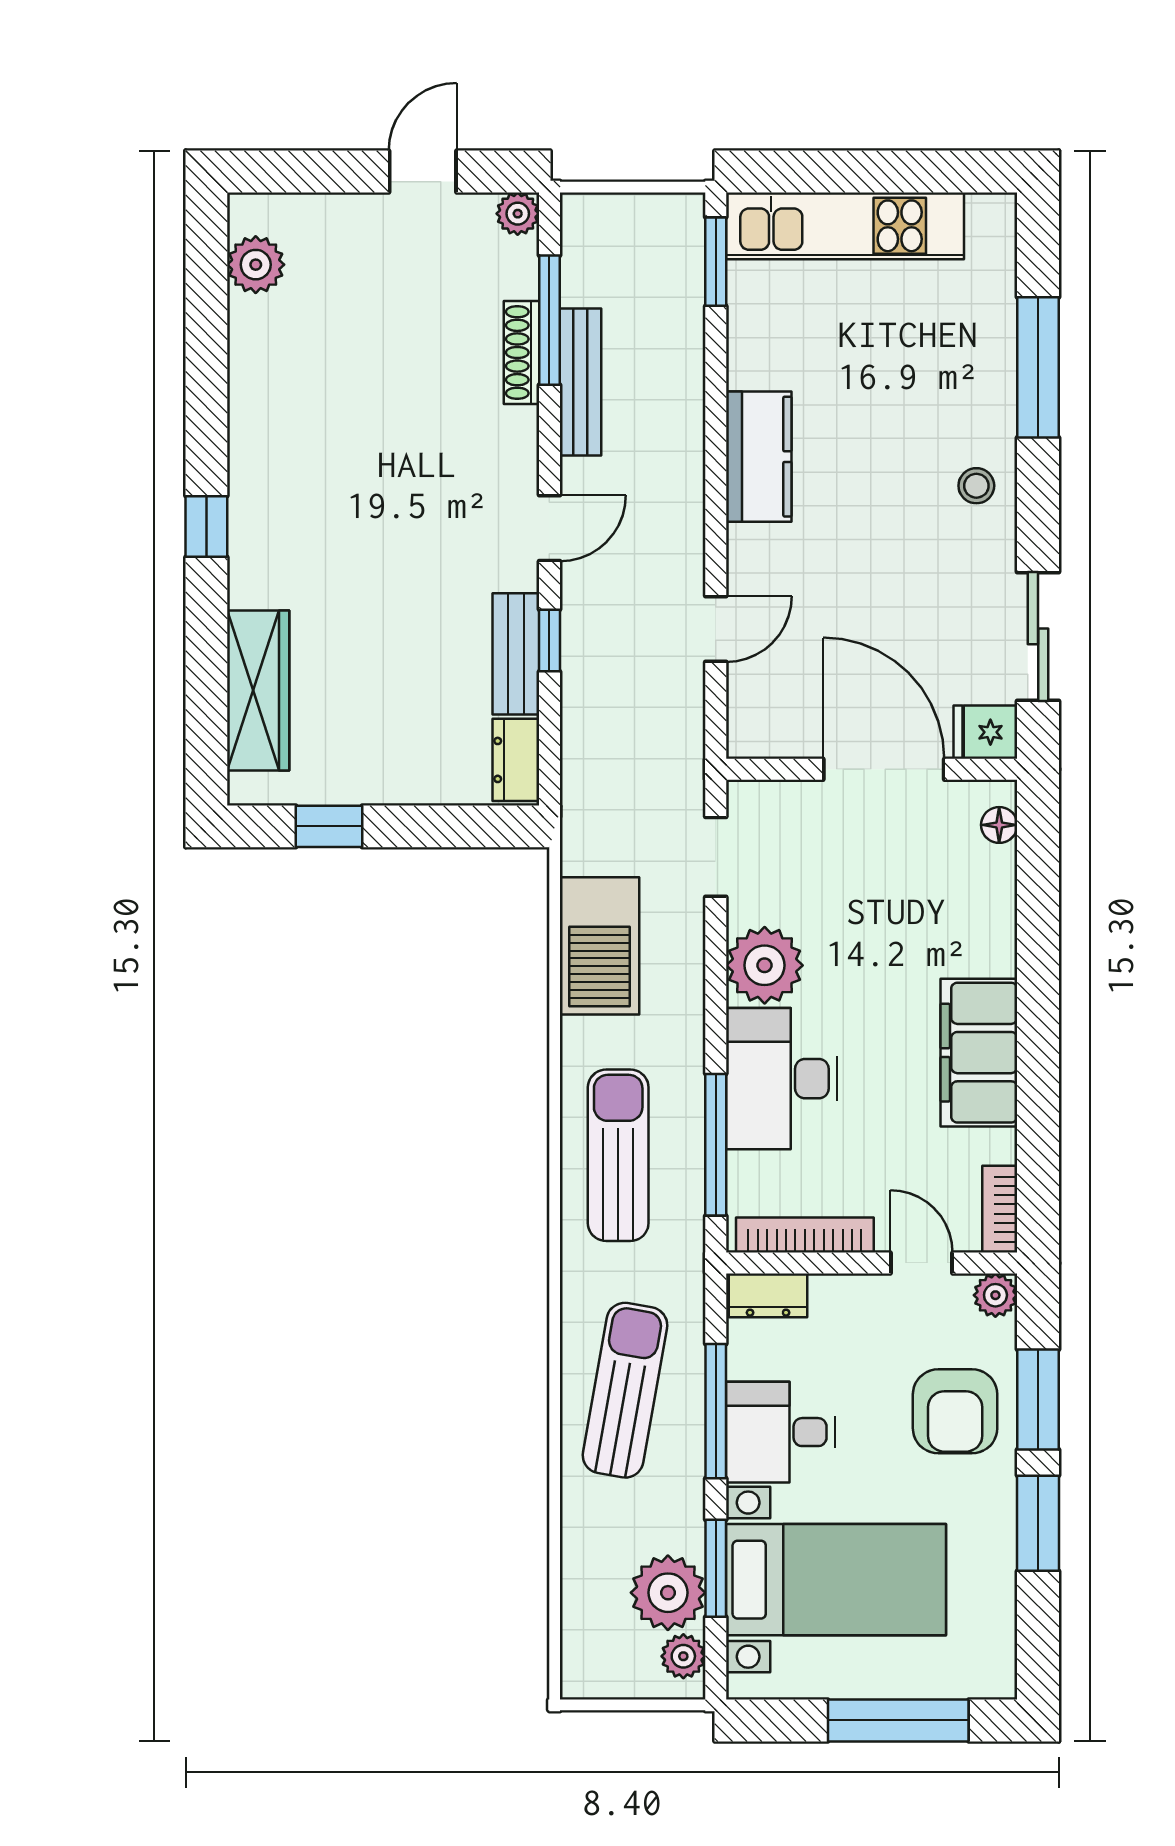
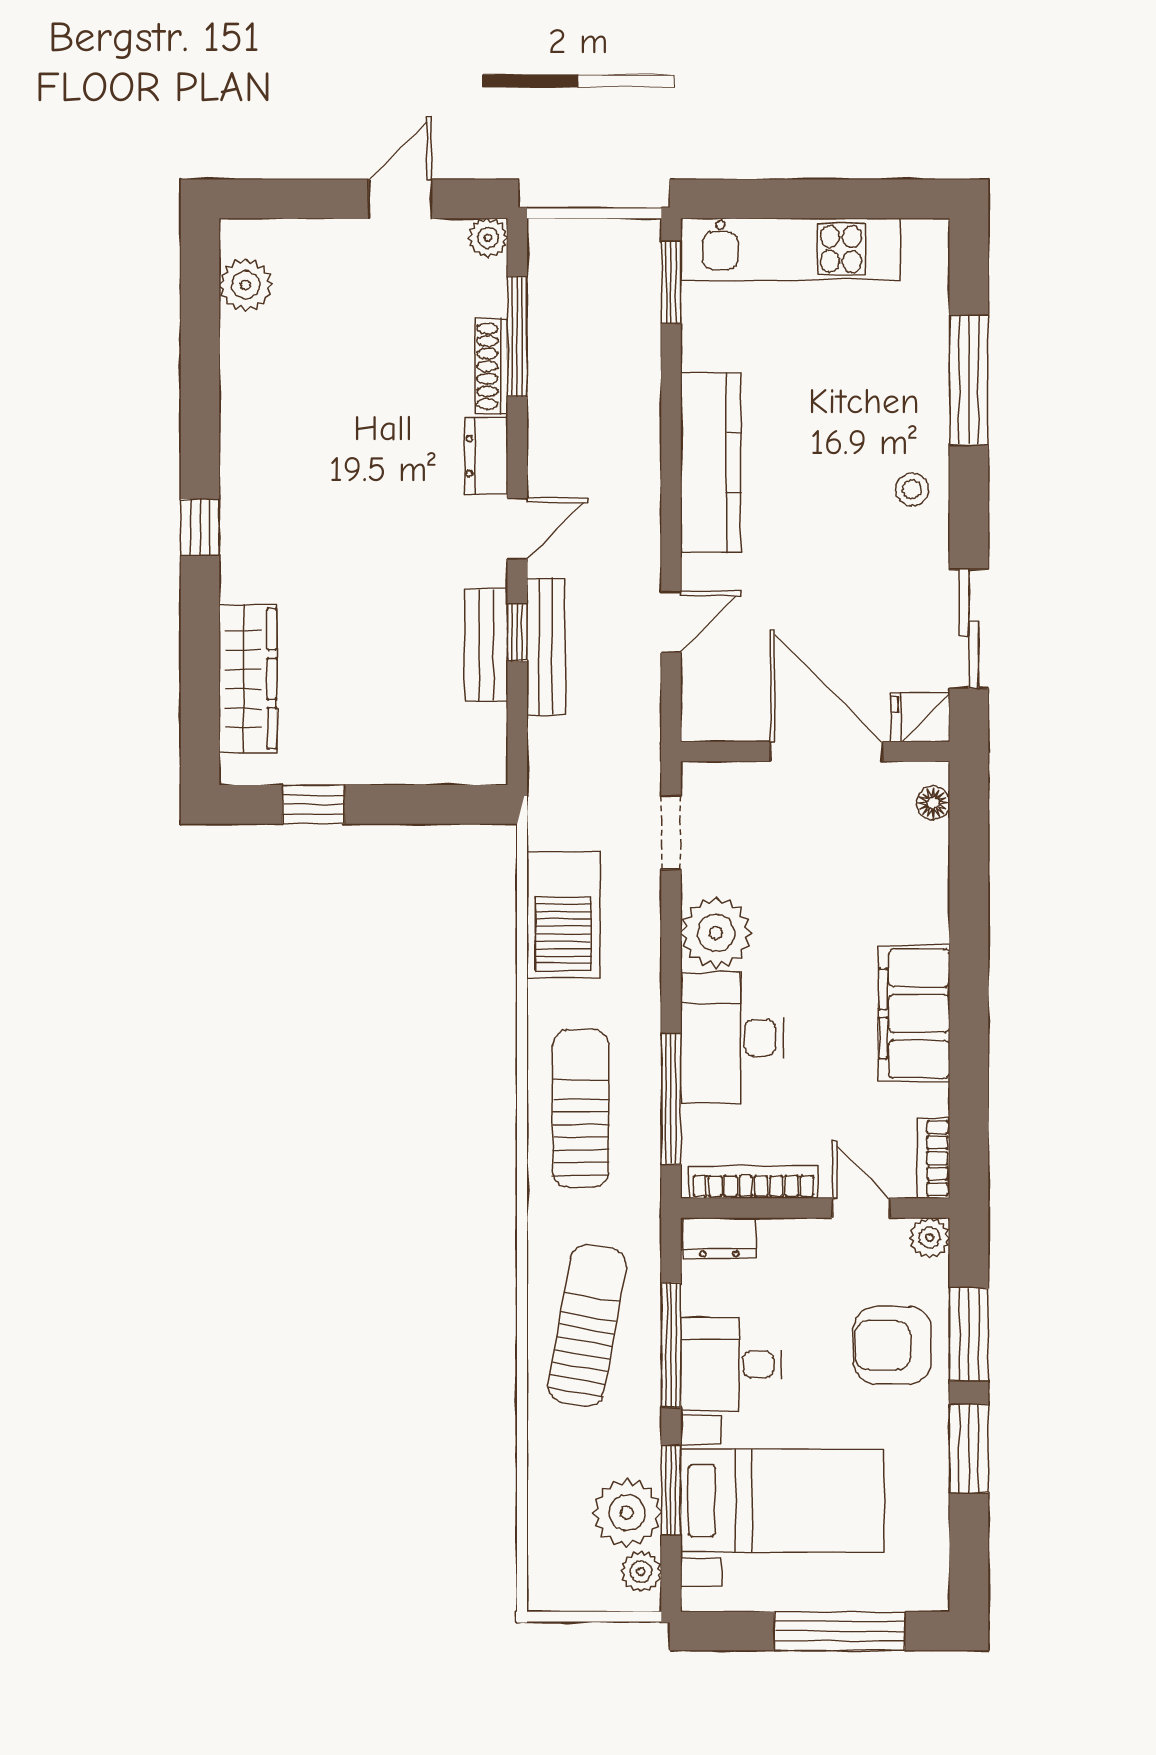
bench: (580, 382) -> (546, 647), moved
kitchen counter: (759, 457) -> (711, 462), width x1.50
dresser: (516, 760) -> (486, 456), moved
armchair: (955, 1411) -> (892, 1345), turned 90

